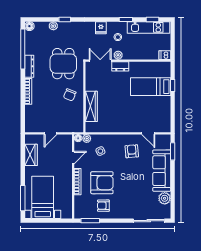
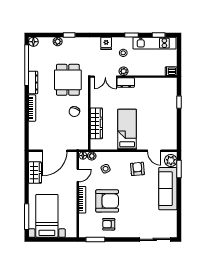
double door: (100, 61) -> (105, 77), swing flipped
bed: (151, 87) -> (127, 129), moved, turned 90
door: (50, 133) -> (55, 151), width x1.87
plant: (165, 198) -> (171, 161), moved

